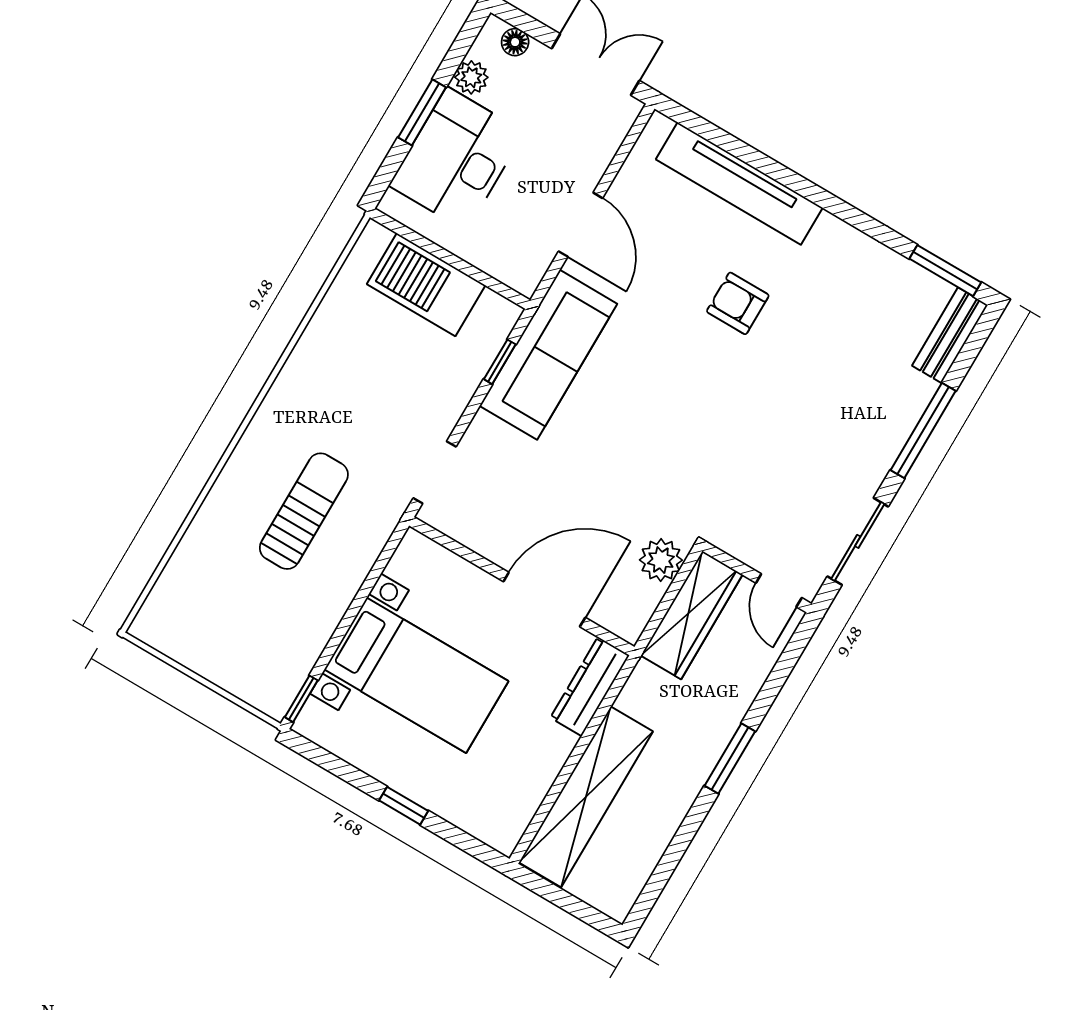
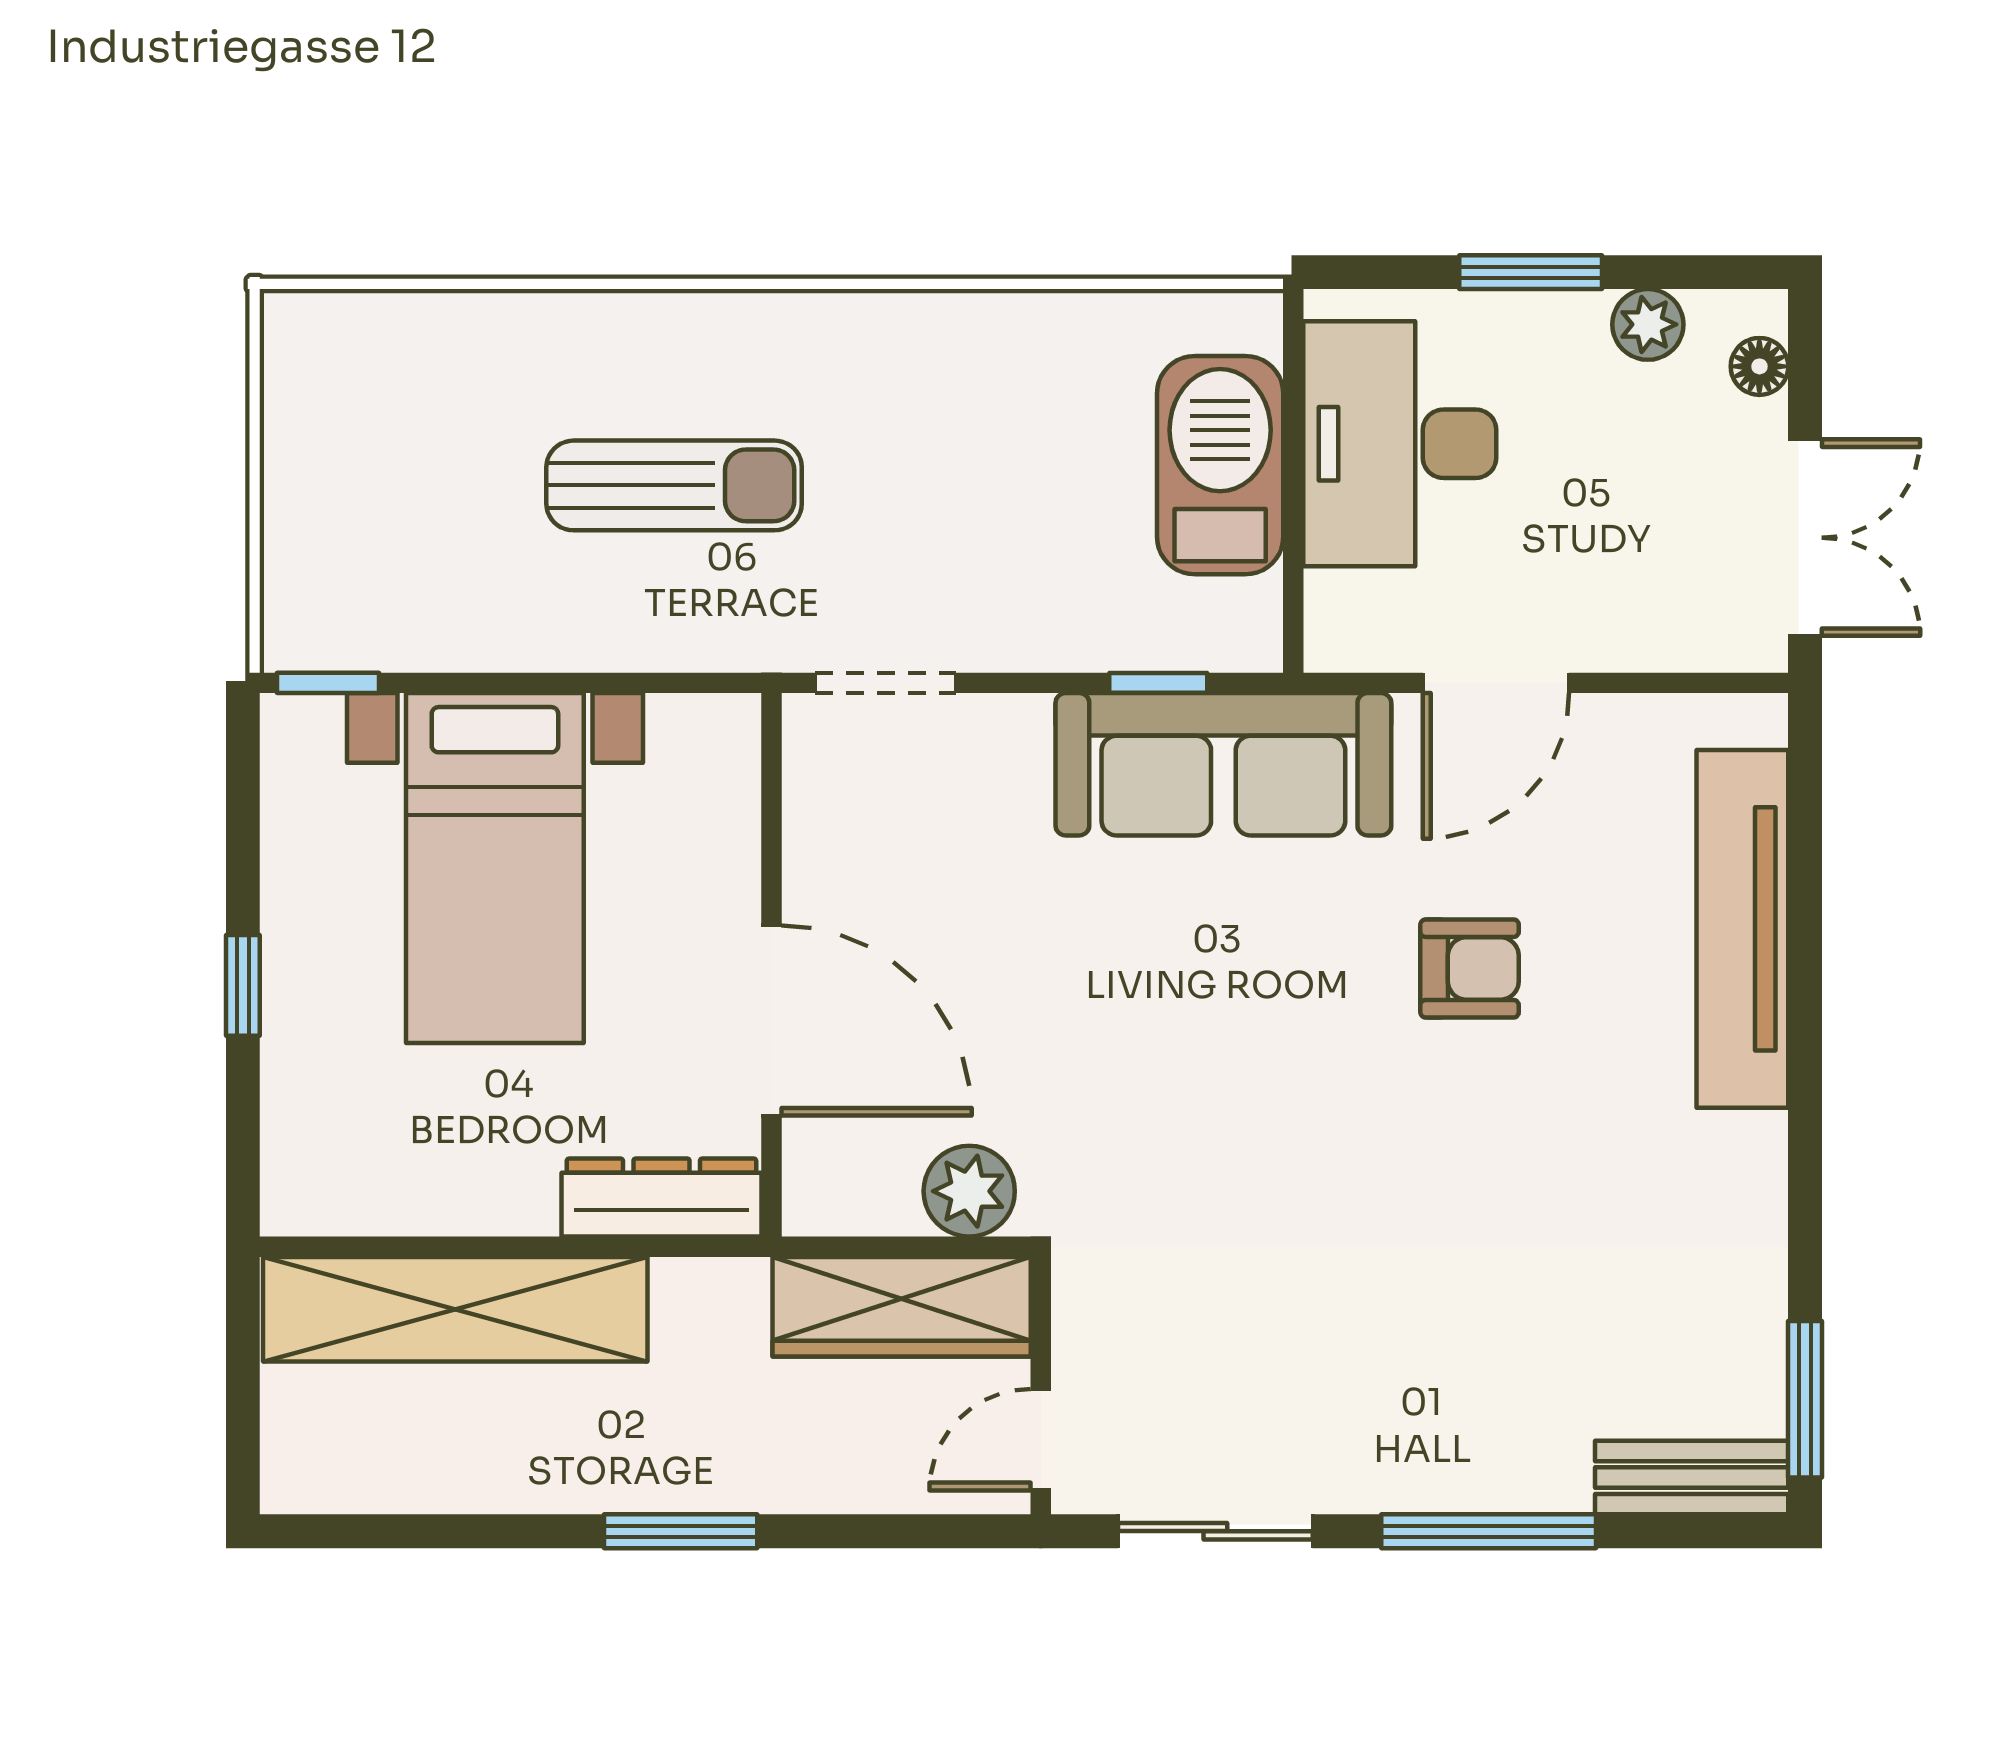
desk: (457, 159) -> (1400, 444), moved, turned -90
armchair: (738, 303) -> (1470, 968), moved, turned 90

